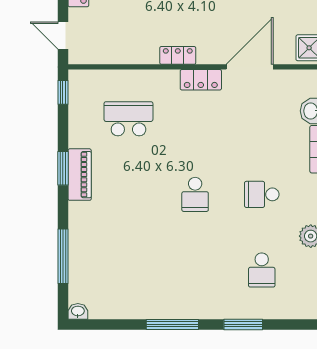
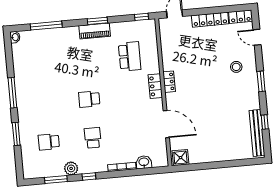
locker: (201, 80) -> (155, 86), moved

